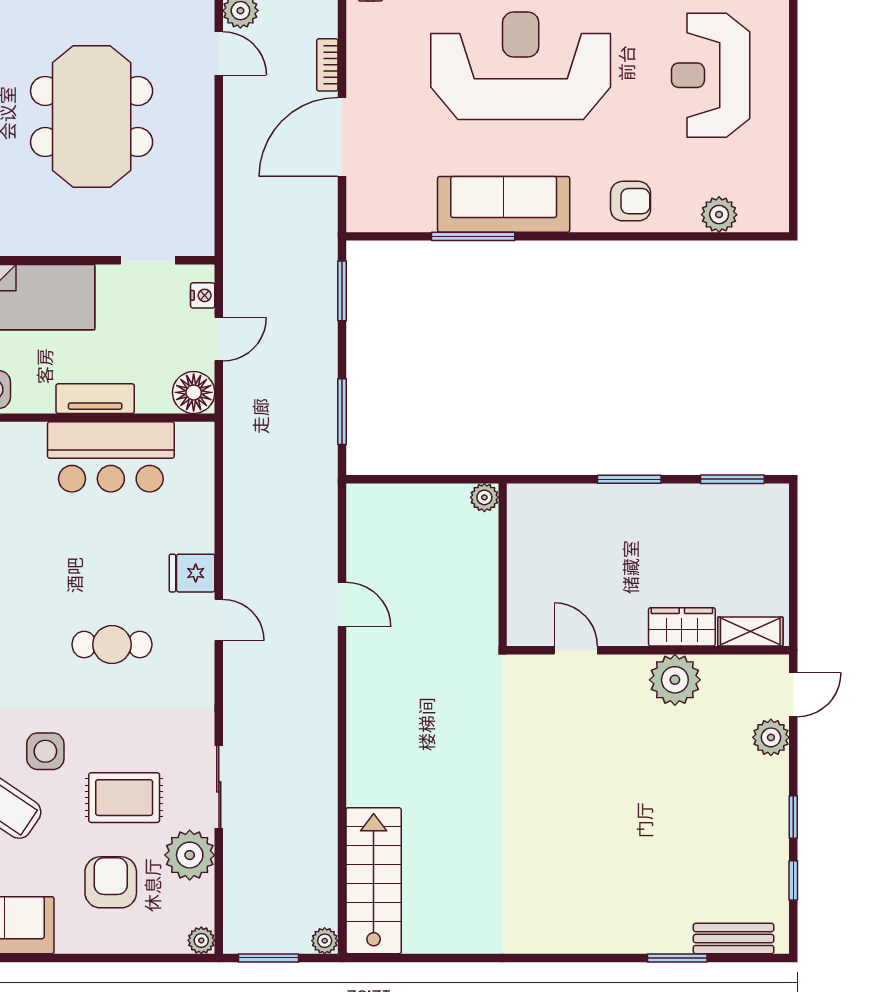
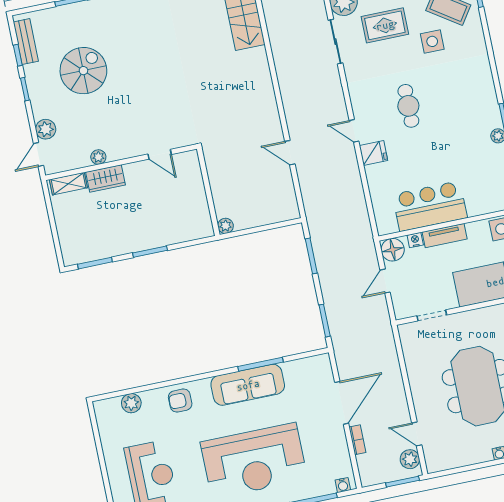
nightstand: (203, 295) -> (415, 240), moved, turned 90
cafe table: (112, 645) -> (408, 106), turned 90
plant: (675, 680) -> (98, 157), width x0.53, depth x0.53
spiral stairs: (681, 828) -> (83, 71), added
bench: (734, 939) -> (26, 42), moved, turned 90

